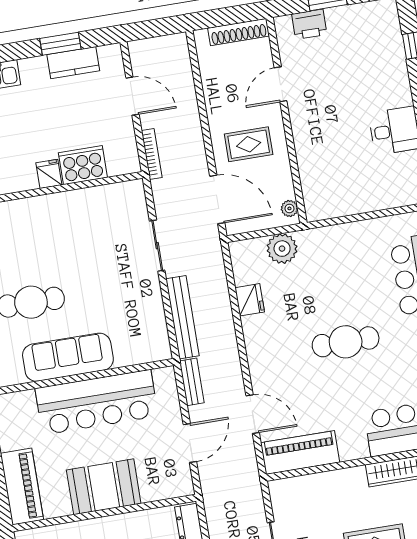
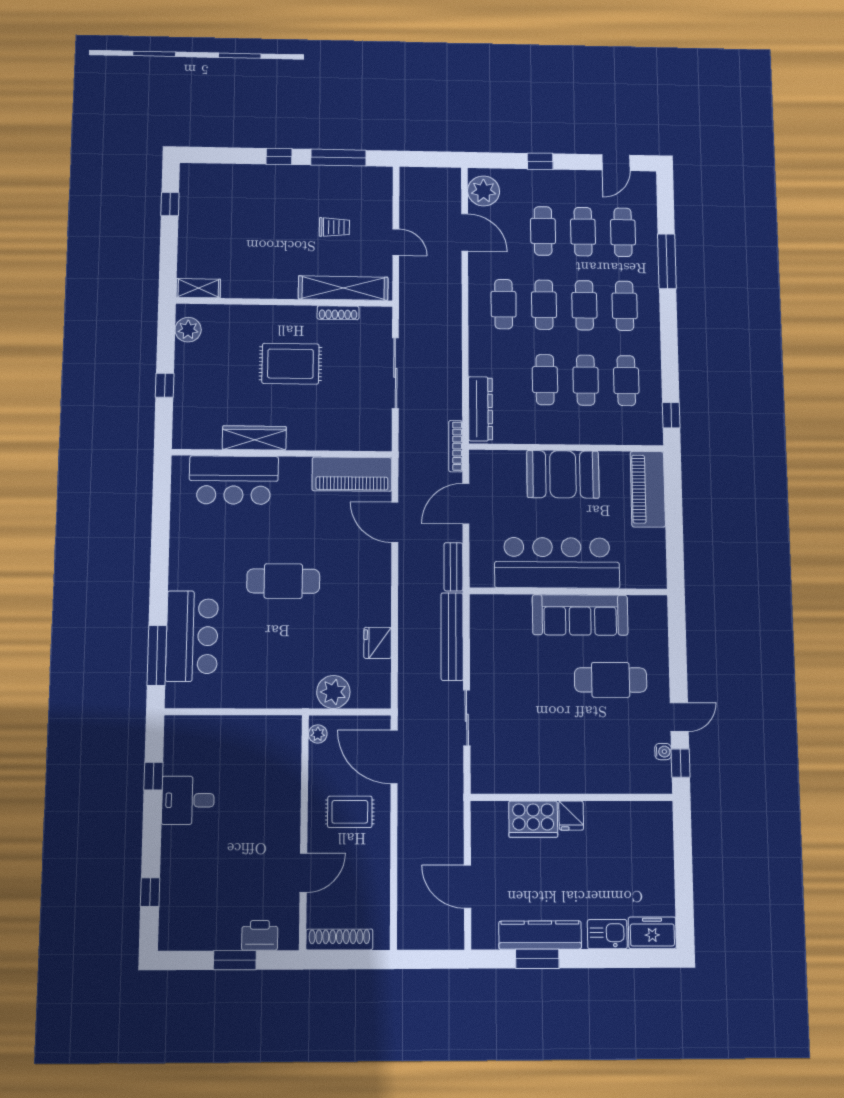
kitchen counter: (73, 63) -> (540, 935), width x1.50
bookcase: (152, 154) -> (456, 446), moved

